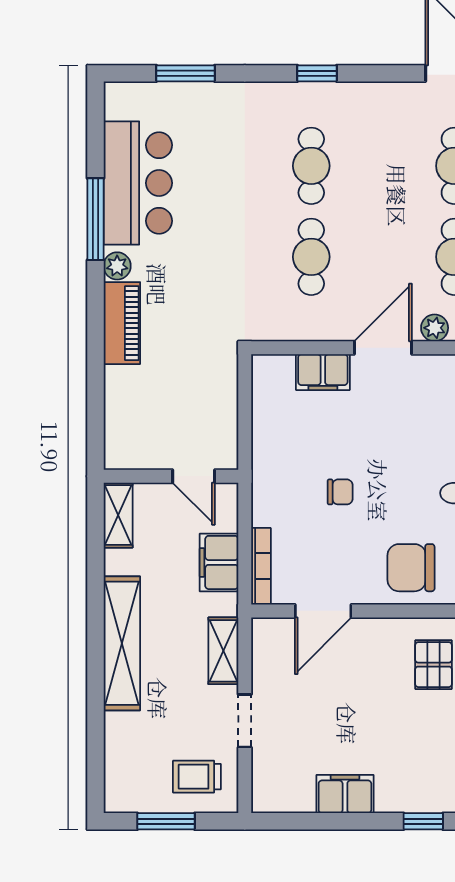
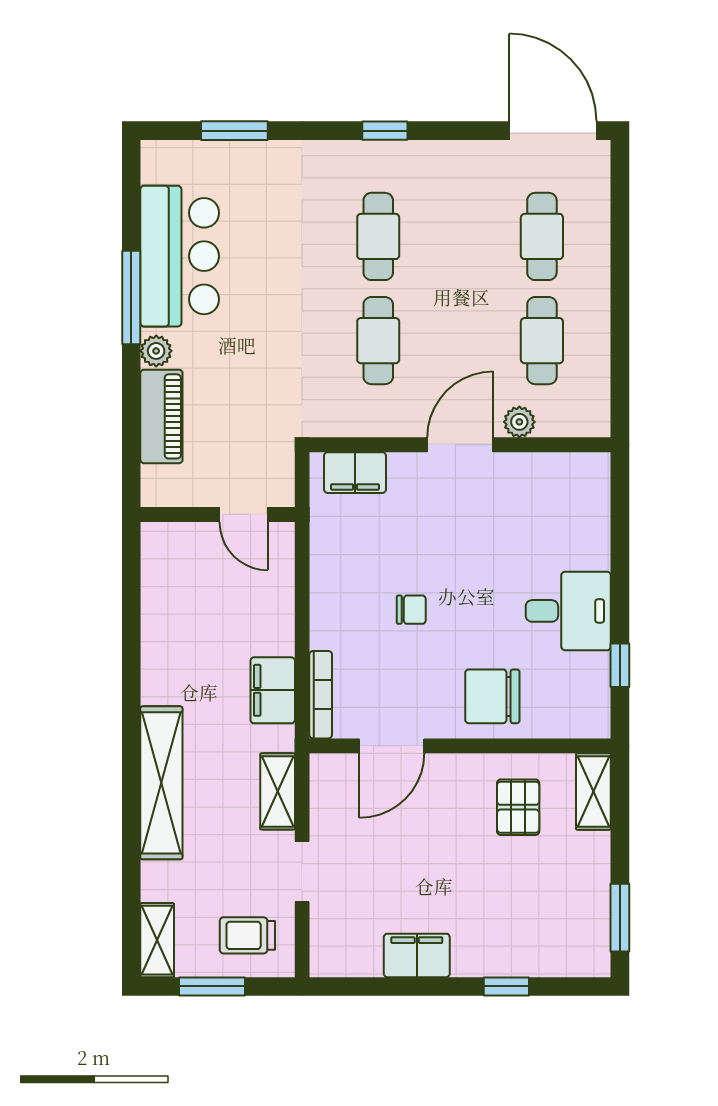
filing cabinet: (323, 372) -> (355, 473), moved
wall: (171, 476) -> (218, 514), moved
door: (194, 476) -> (244, 514), moved
shelving: (118, 515) -> (157, 940), moved

